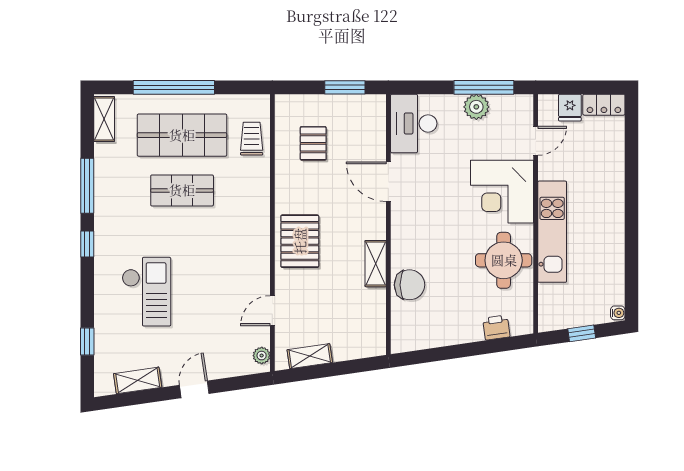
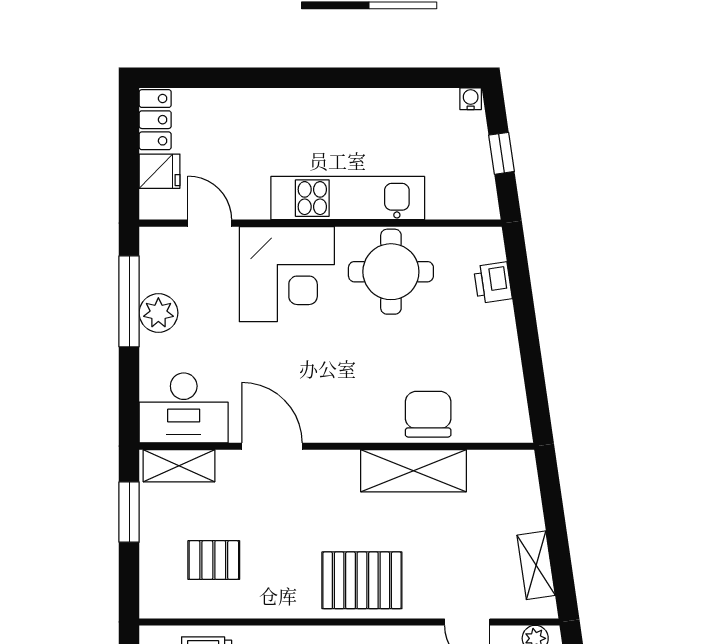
shelving: (376, 120) -> (179, 466), added
door: (388, 182) -> (272, 446), swing flipped
shelving: (376, 264) -> (413, 471), width x1.50, depth x1.33

